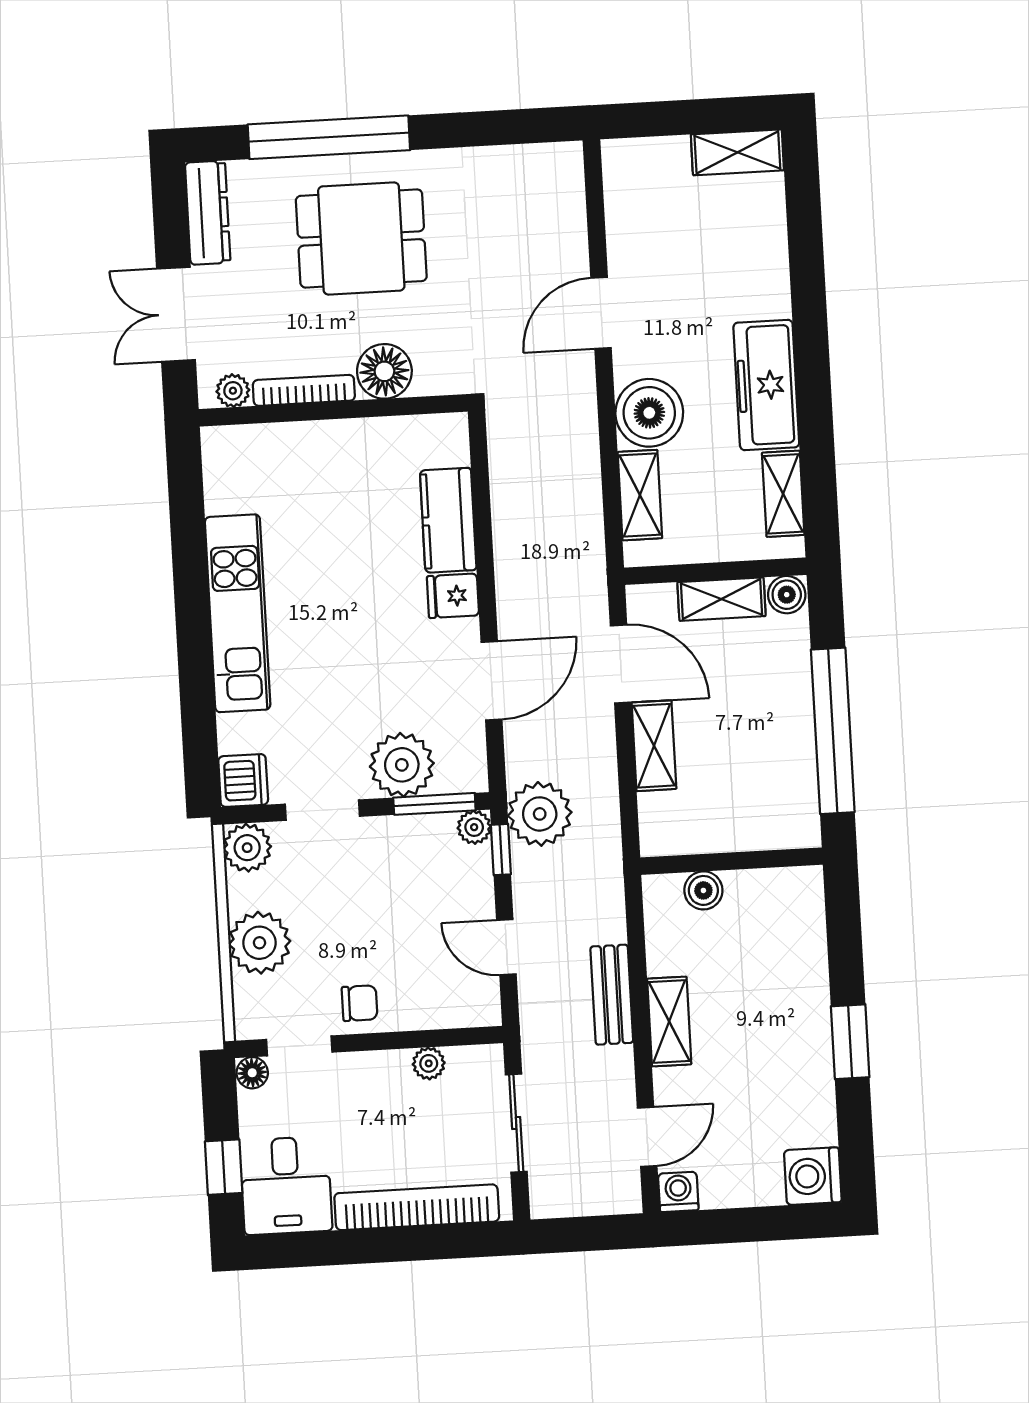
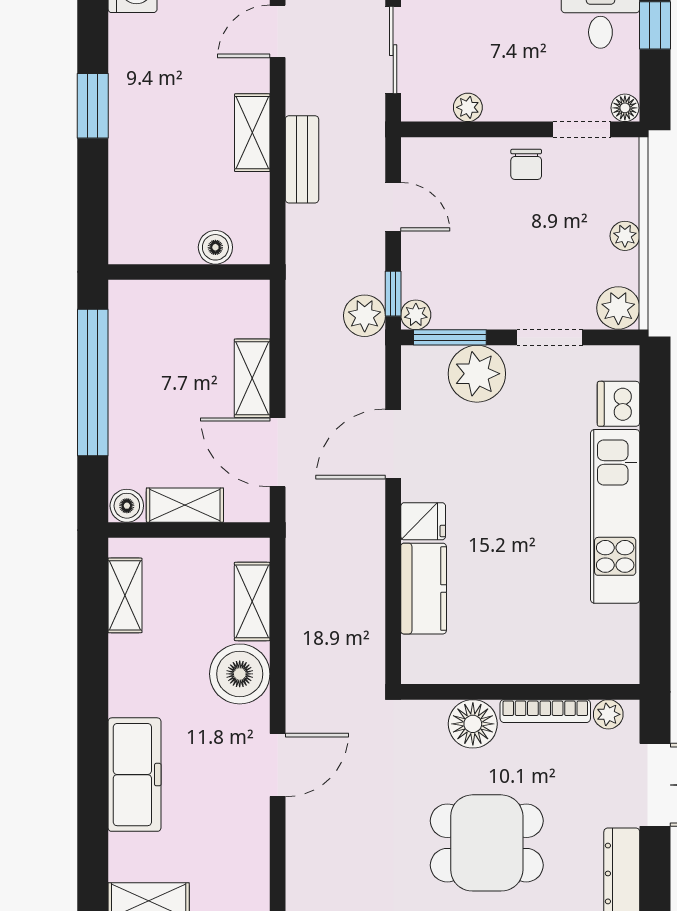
freezer: (766, 385) -> (134, 775), moved
dishwasher: (243, 780) -> (619, 404), moved
plant: (540, 814) -> (365, 316), width x0.73, depth x0.73
plant: (259, 943) -> (625, 236), width x0.53, depth x0.53
chair: (360, 1003) -> (526, 164), turned -90

